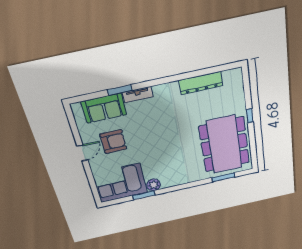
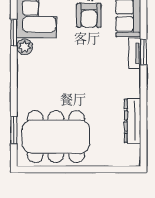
window: (120, 90) -> (143, 52), moved
window: (250, 116) -> (84, 169), removed

